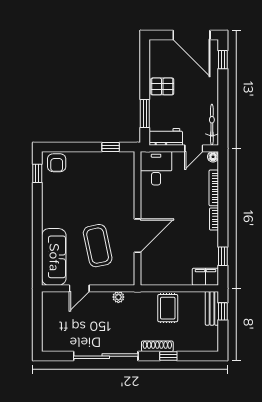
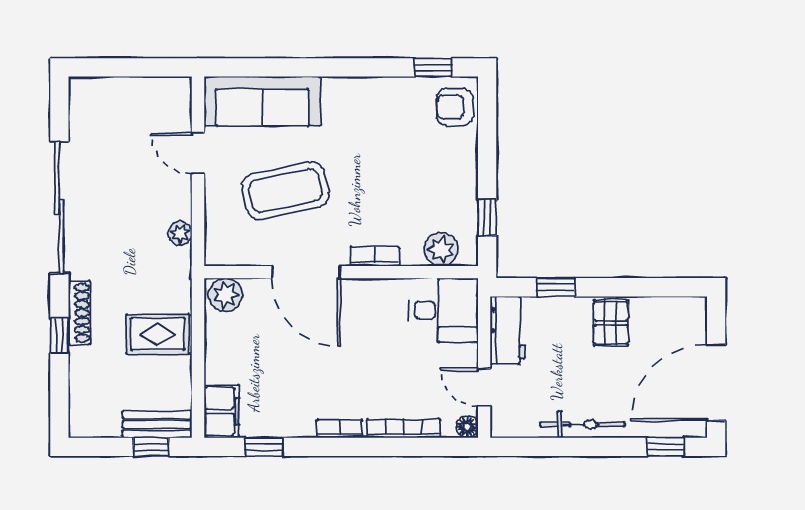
window: (145, 113) -> (556, 287), width x0.67
bicycle: (212, 125) -> (582, 424), moved
plant: (126, 169) -> (441, 249), added
bookcase: (130, 202) -> (375, 256), added
plant: (149, 275) -> (226, 295), added

